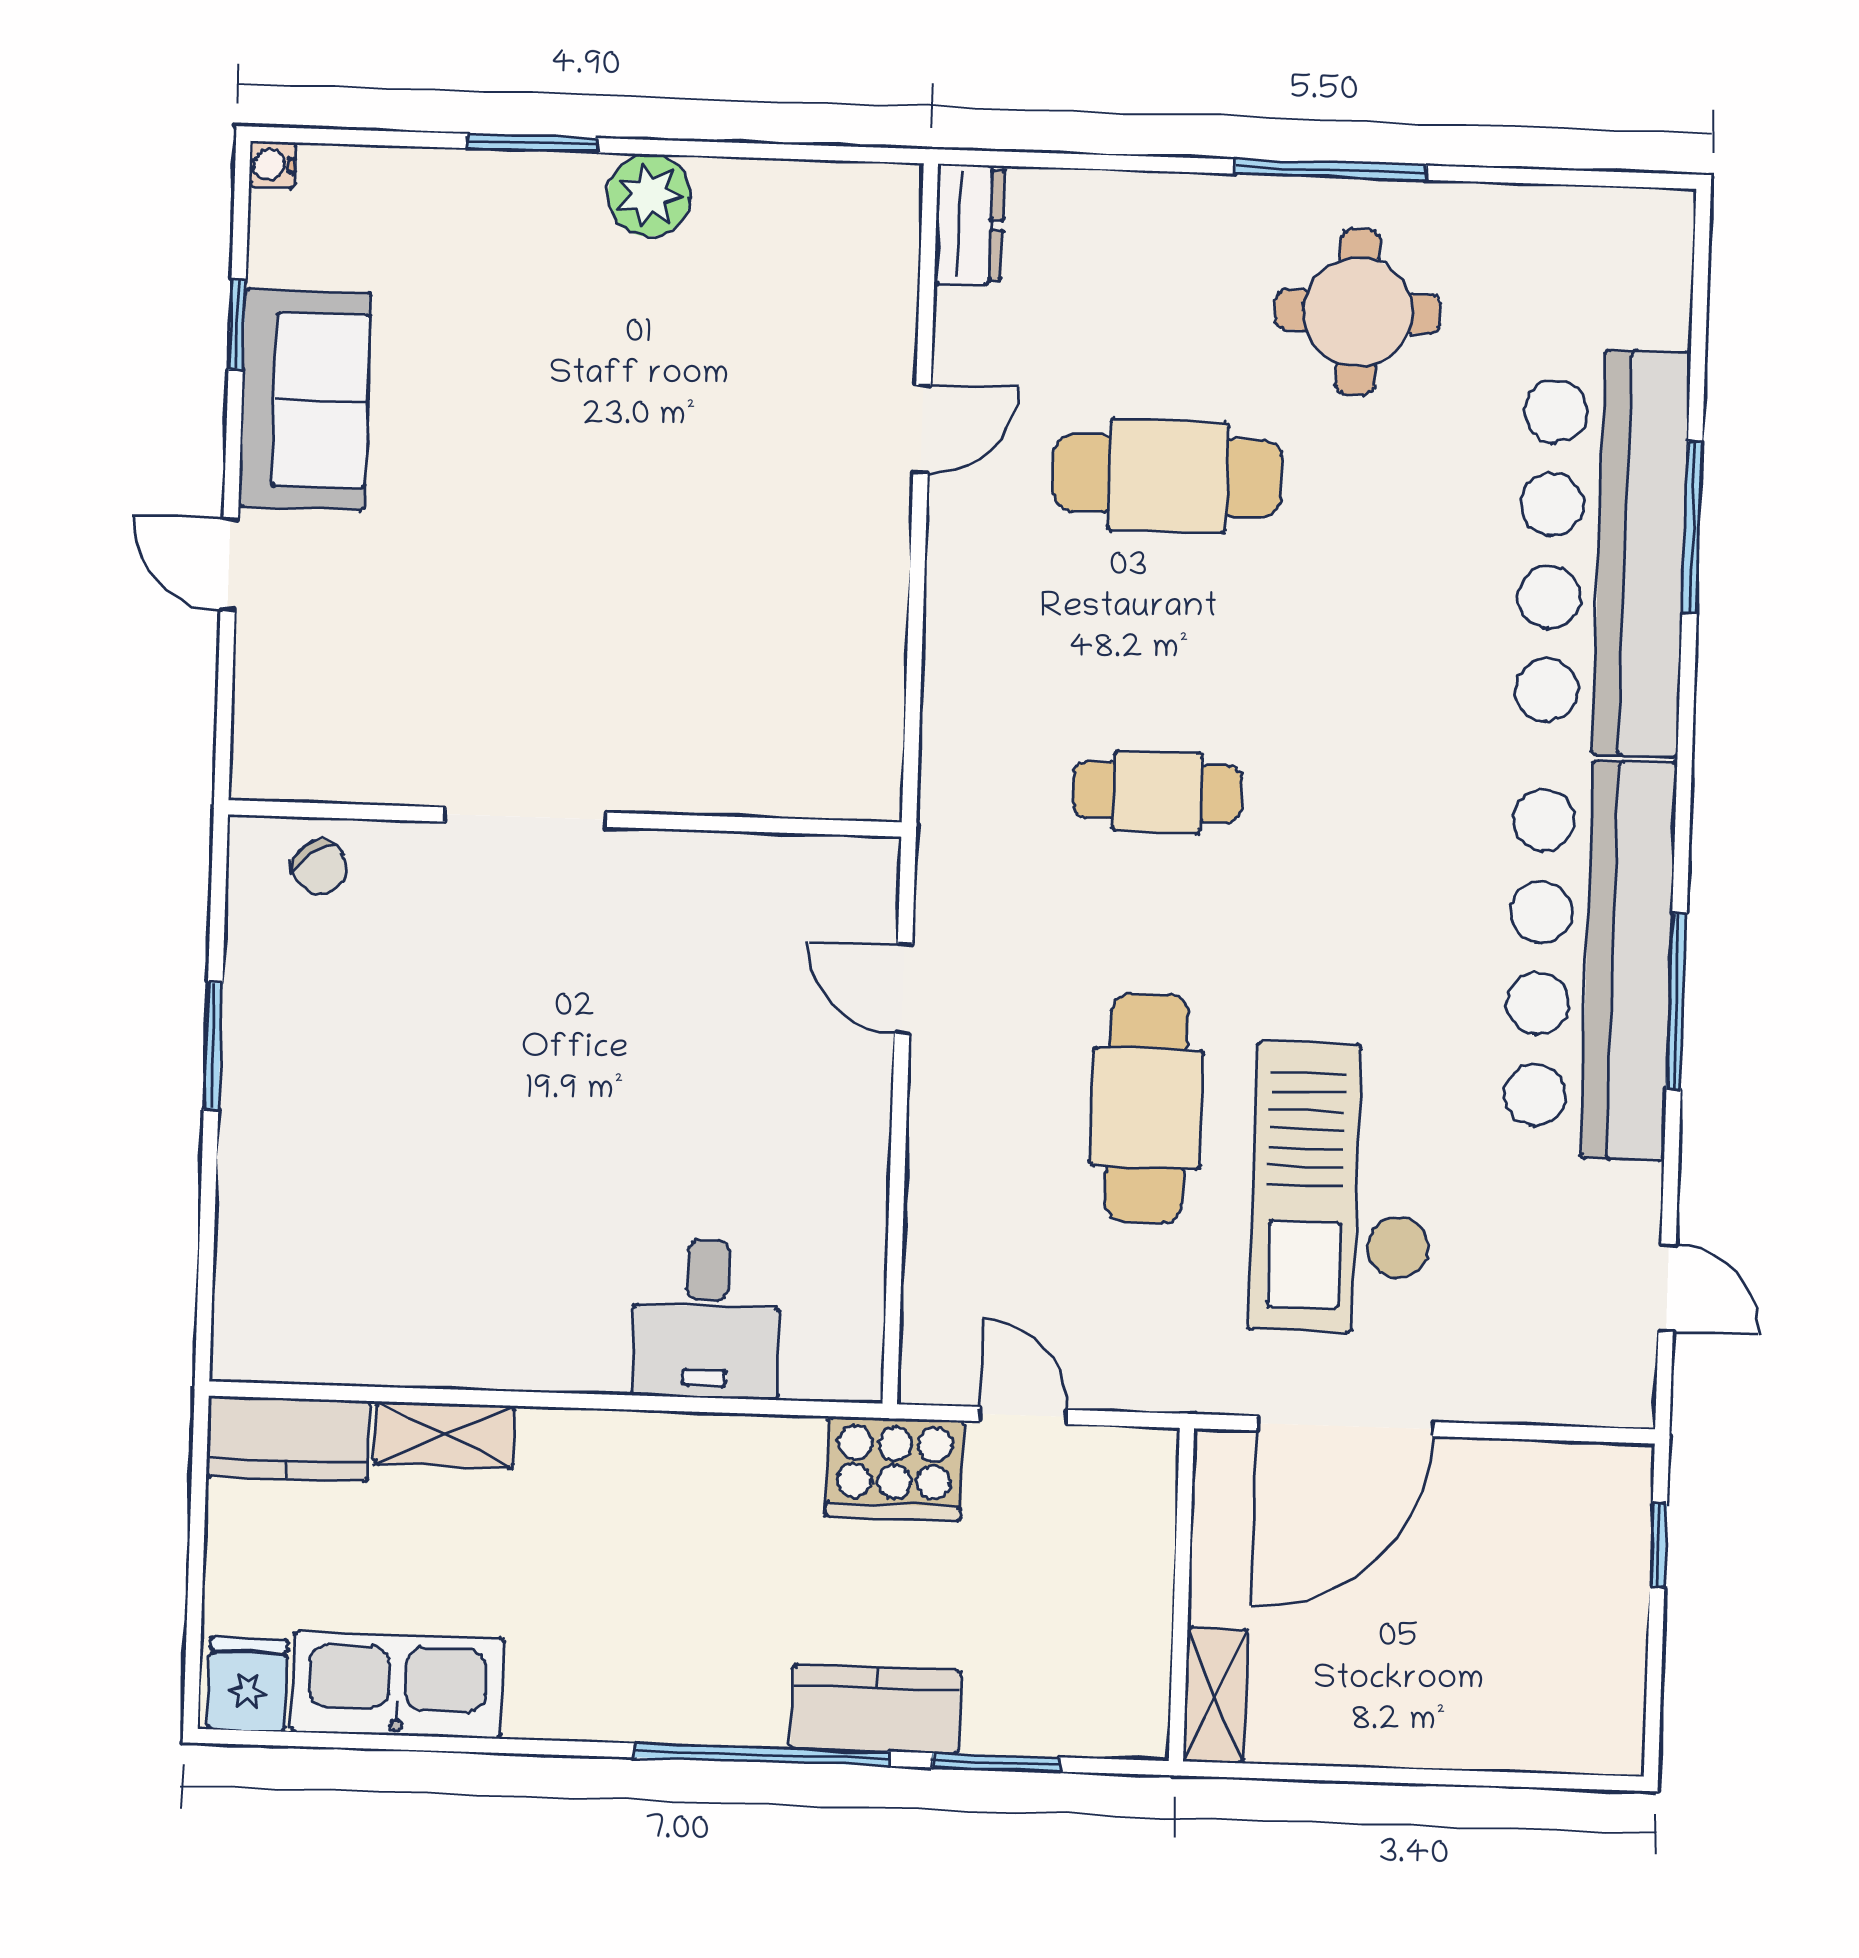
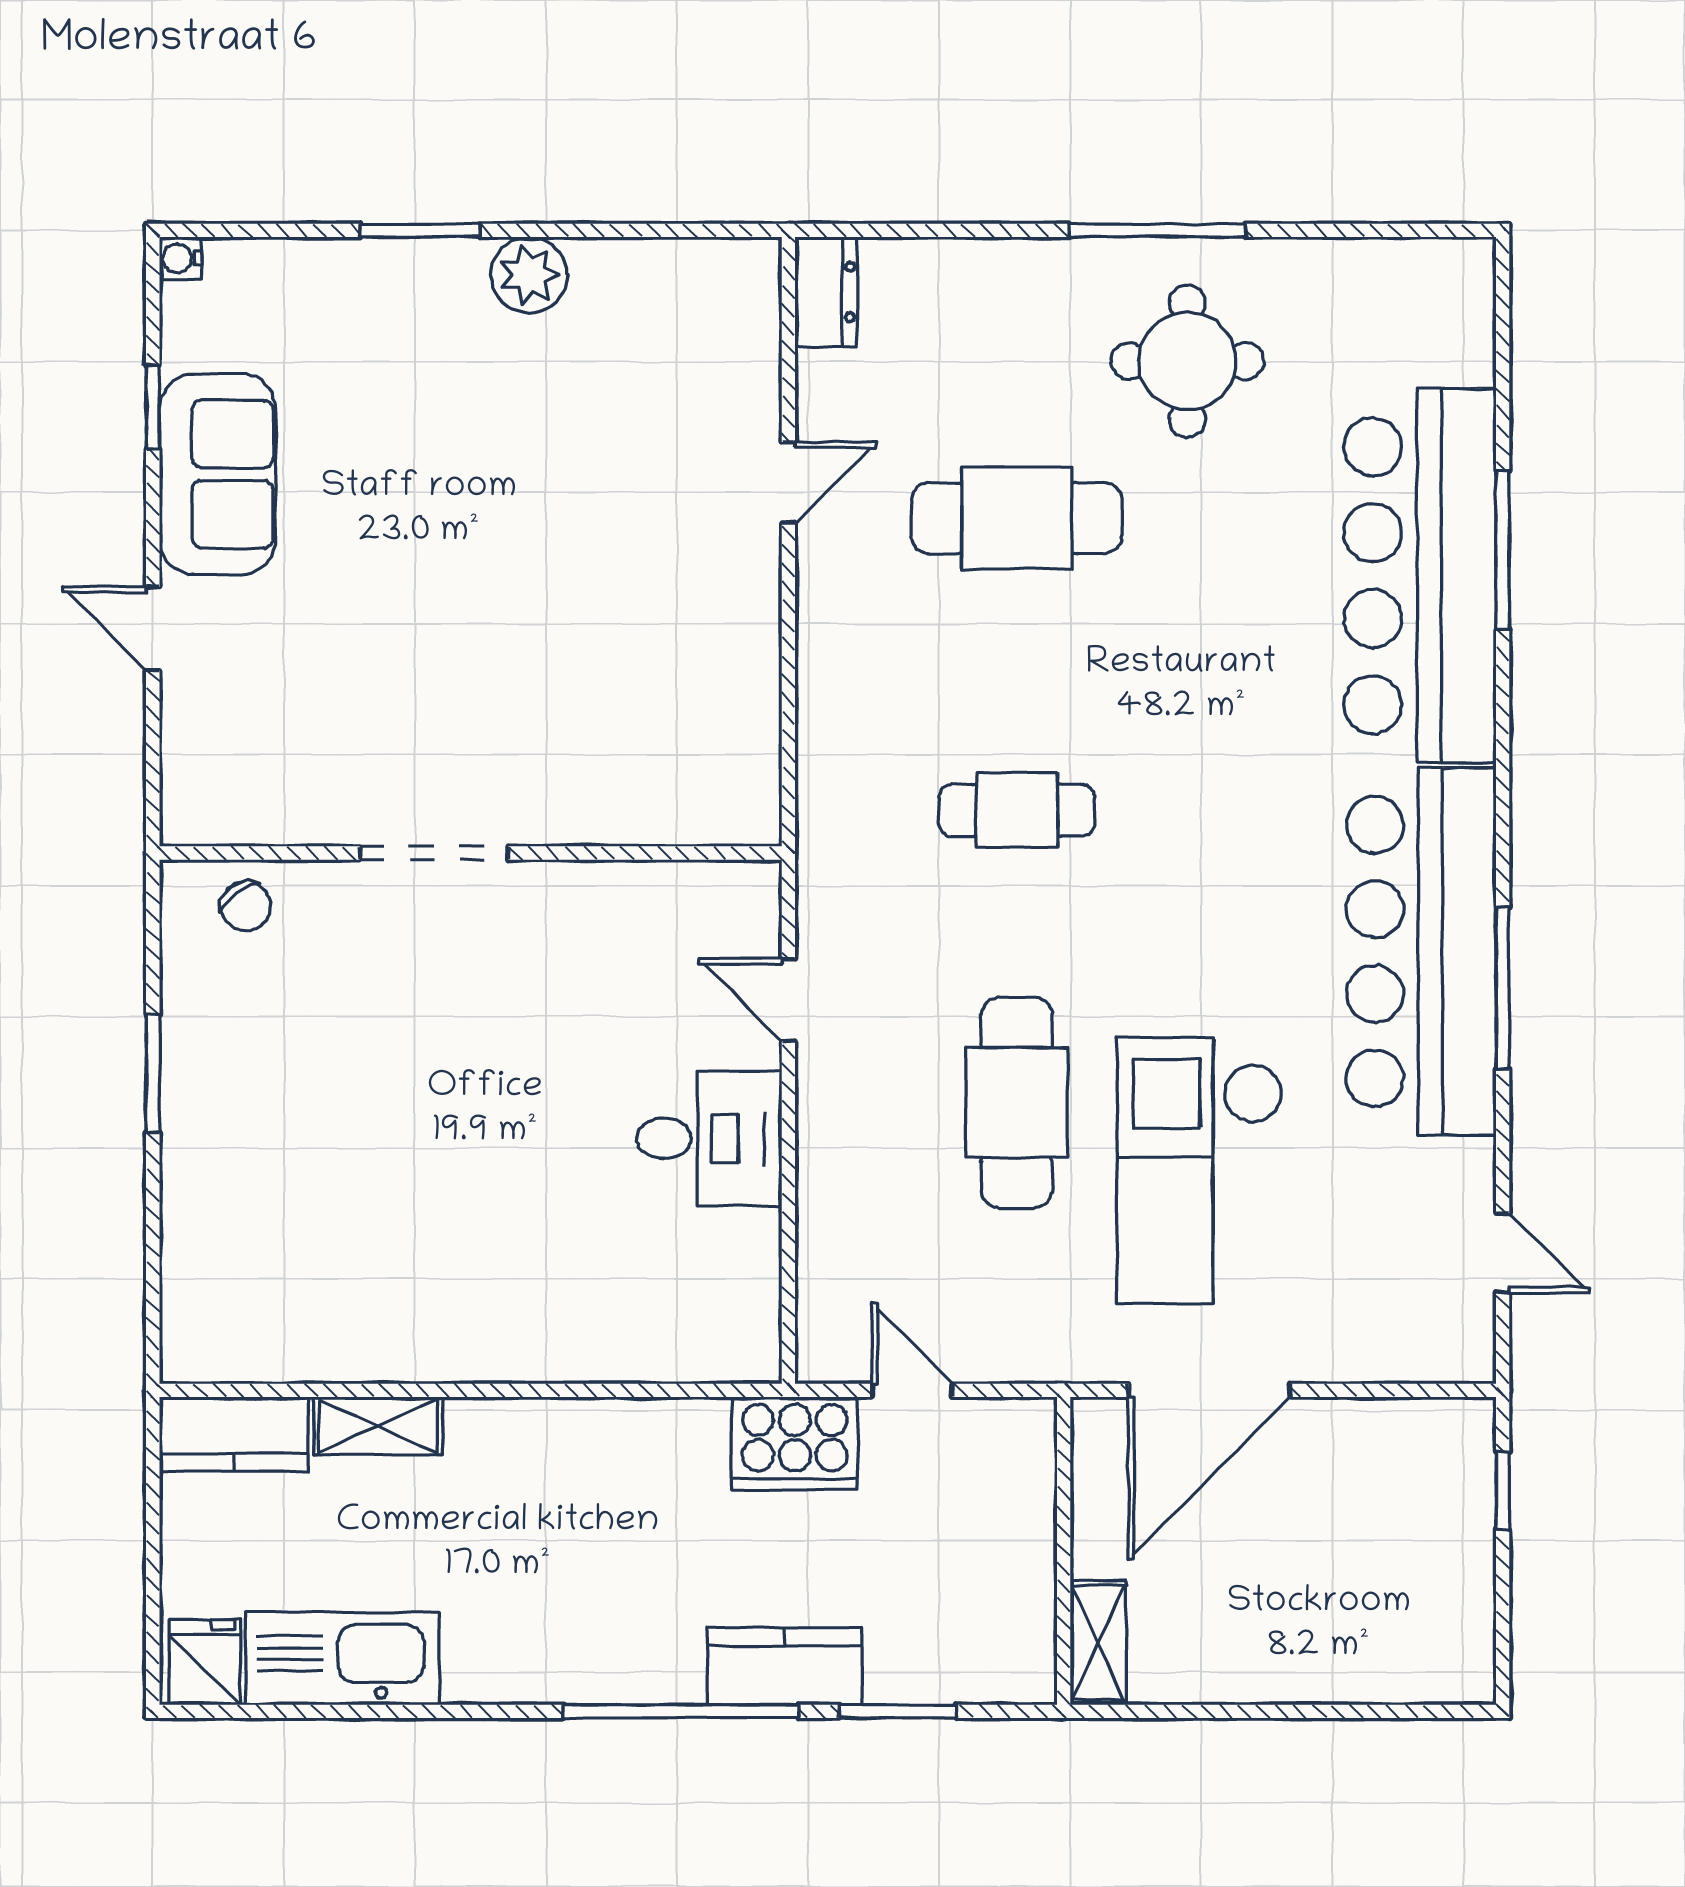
desk: (706, 1319) -> (709, 1139), moved, turned -90

